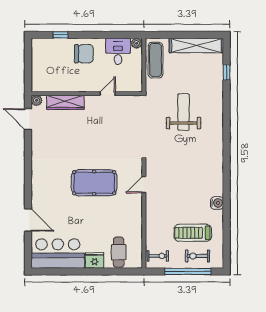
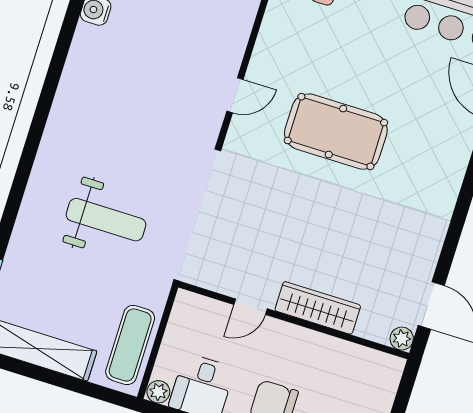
wardrobe: (65, 102) -> (318, 308), moved
weight bench: (183, 112) -> (106, 220), turned -90

